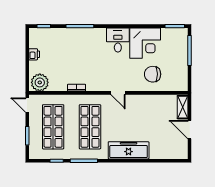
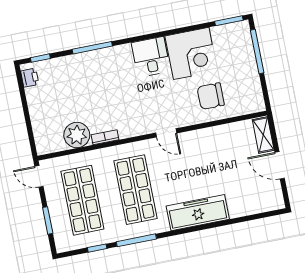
printer: (34, 54) -> (30, 78), moved
plant: (40, 82) -> (77, 135), moved

